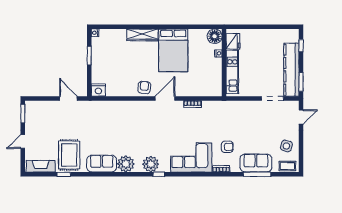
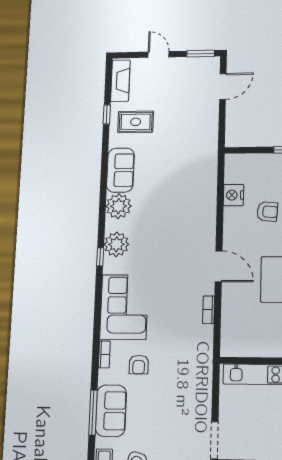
armchair: (144, 87) -> (267, 212), moved
nightstand: (98, 90) -> (233, 195), moved
door: (68, 98) -> (223, 86), moved
rug: (69, 155) -> (136, 122), width x0.73, depth x0.70

